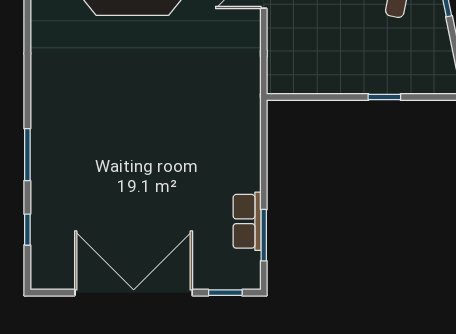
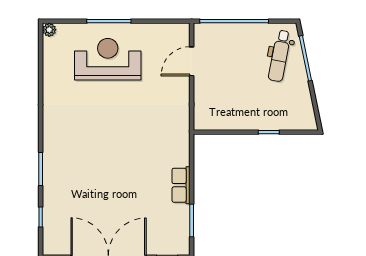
row of seats: (247, 221) -> (181, 185), moved

